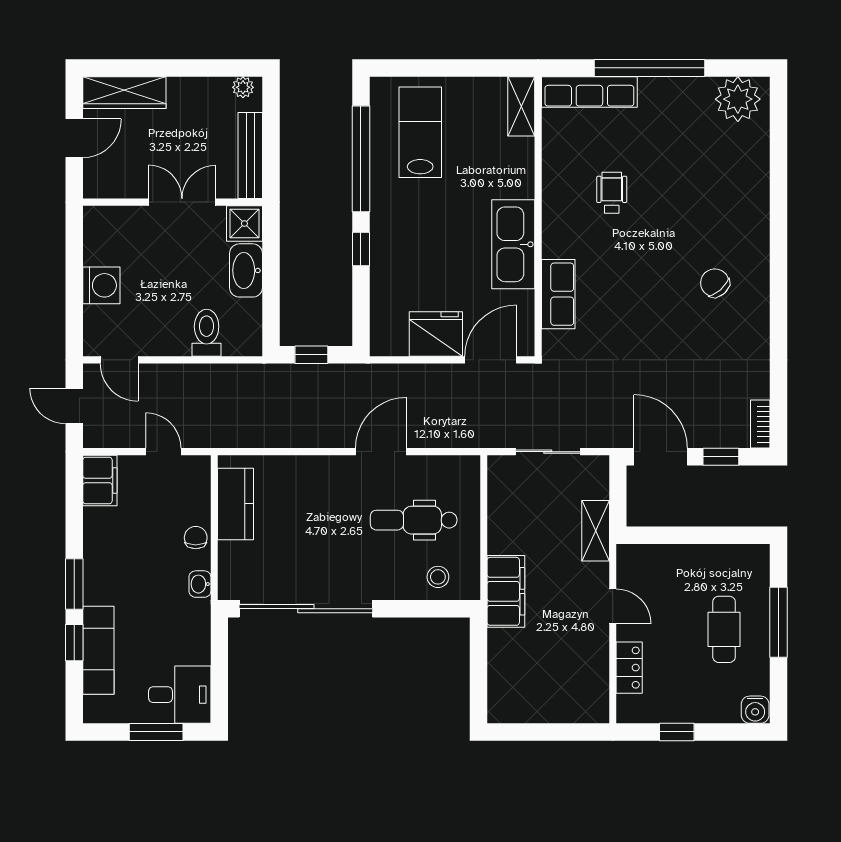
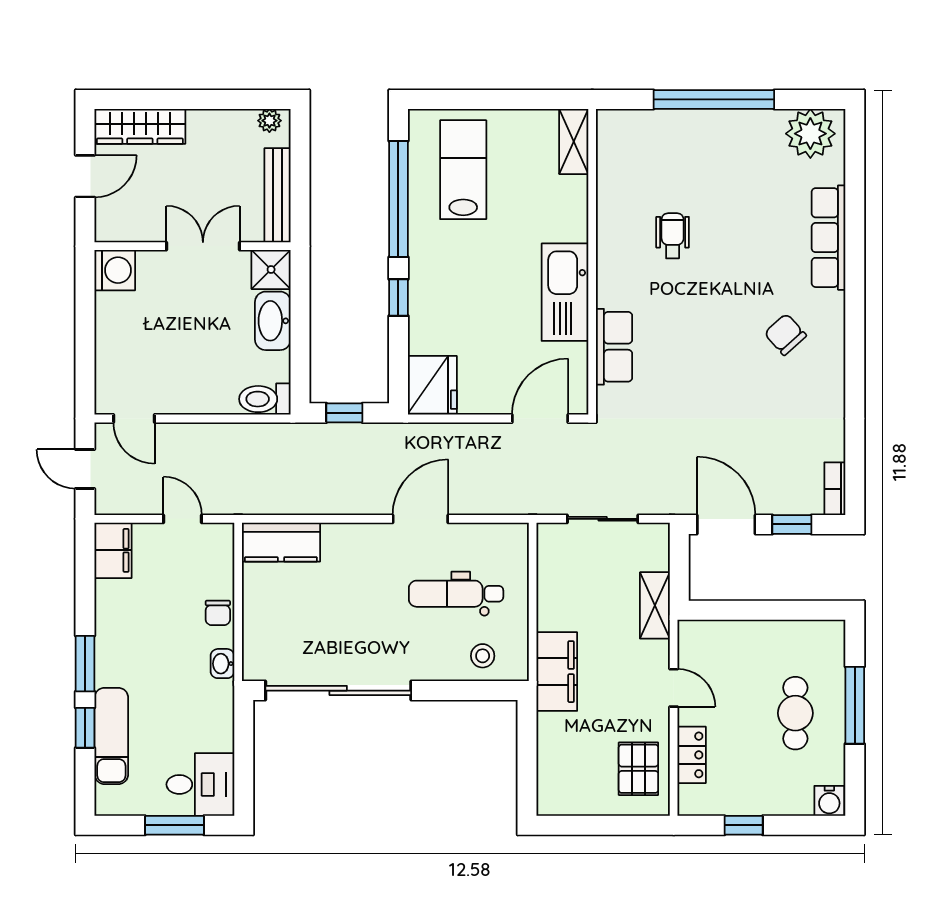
row of seats: (589, 92) -> (828, 238), moved, turned 90
washing machine: (101, 285) -> (115, 270), moved
toilet: (207, 333) -> (265, 399), moved, turned -90
fridge: (436, 334) -> (432, 385), moved, turned 90
kitchen counter: (236, 504) -> (281, 542), moved, turned 90
chair: (196, 538) -> (218, 613), turned 180
pallet: (581, 680) -> (638, 769), added

